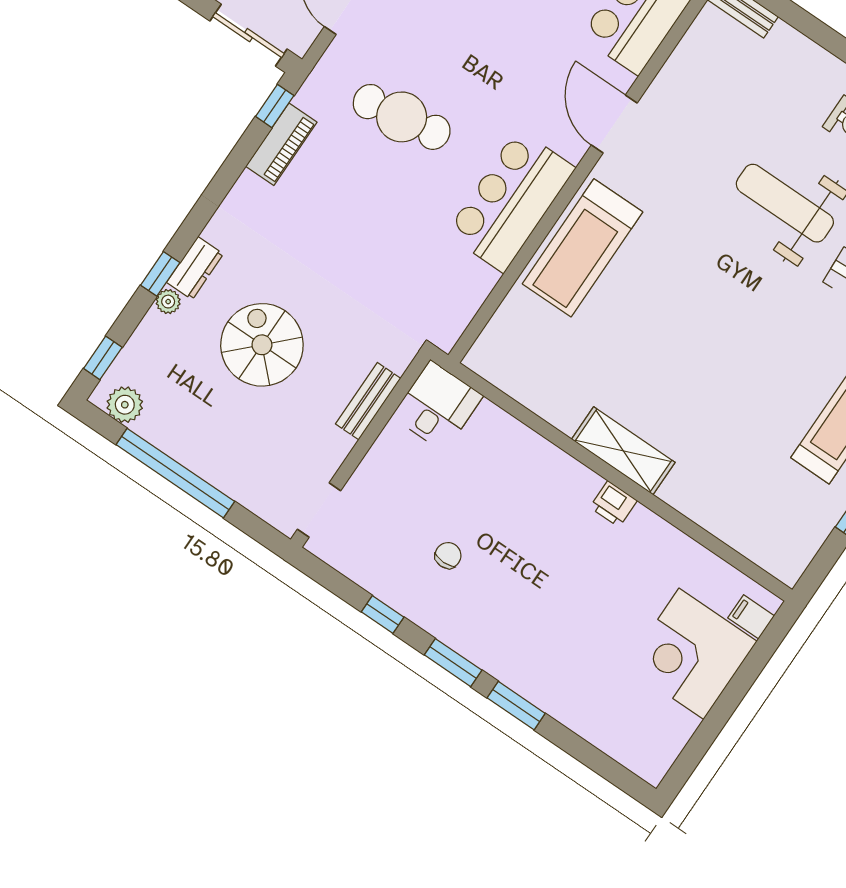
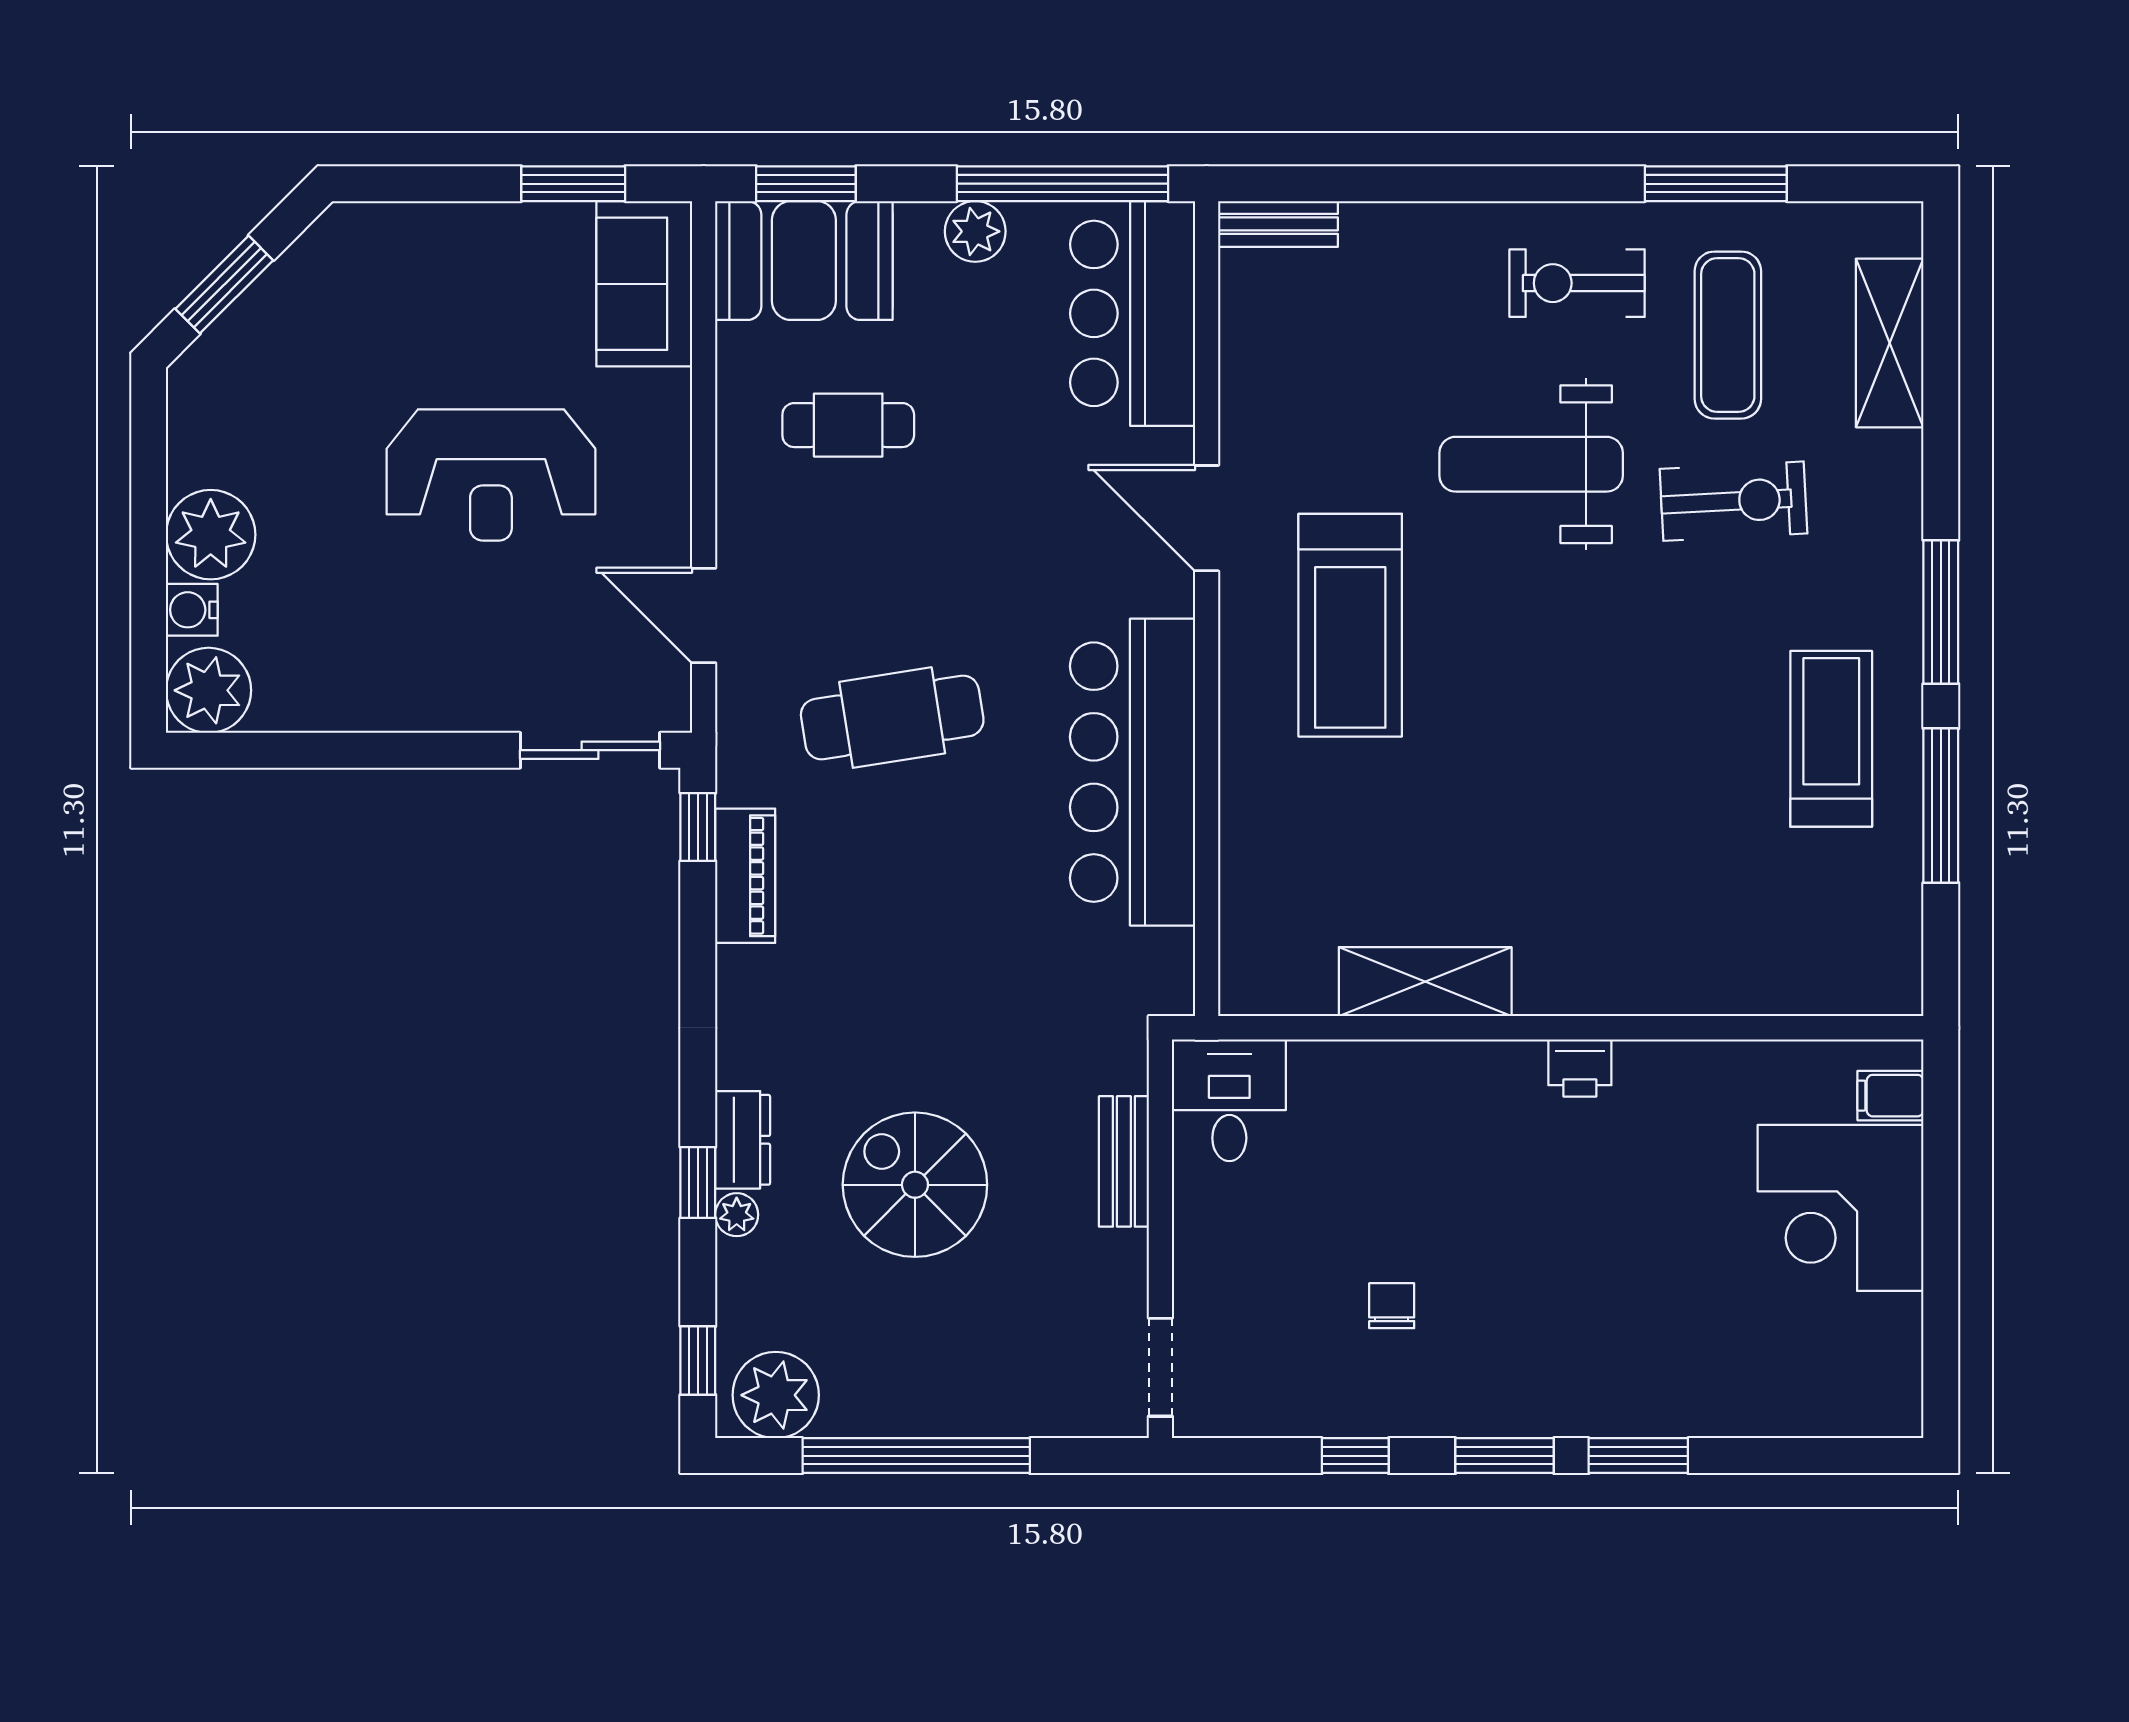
bar counter: (511, 201) -> (1132, 772), width x1.36
treadmill: (582, 248) -> (1350, 625), moved
plant: (125, 405) -> (776, 1395), width x1.36, depth x1.36
shelving: (623, 451) -> (1425, 982), moved

